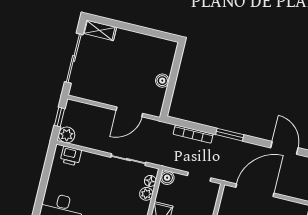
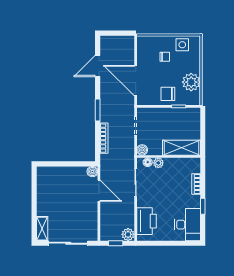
boiler: (162, 81) -> (92, 172), moved
printer: (71, 156) -> (146, 221), width x1.87, depth x1.48

